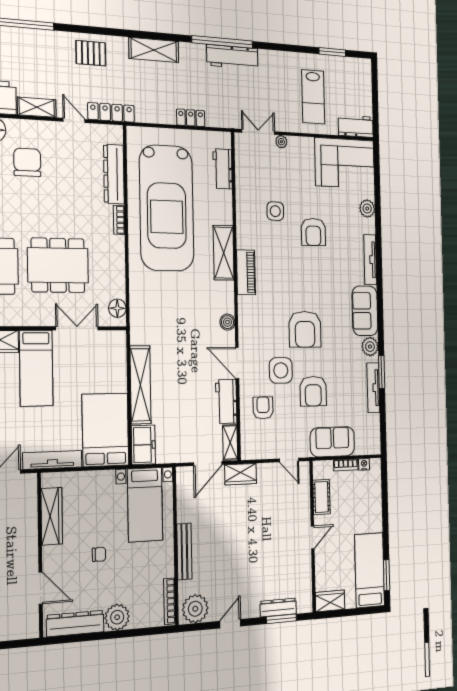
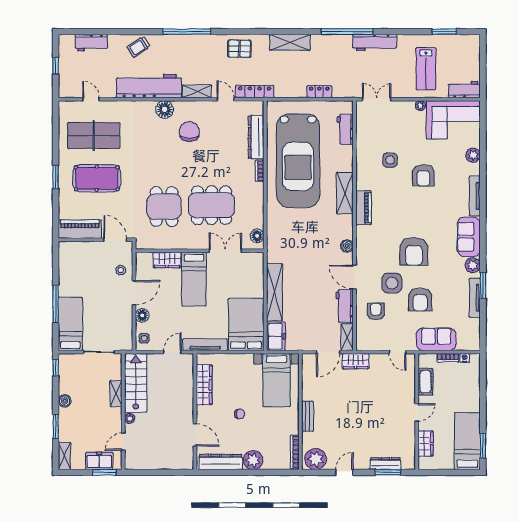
workbench: (232, 57) -> (375, 42), moved
plant: (281, 142) -> (420, 106), moved
bench: (184, 552) -> (308, 416), width x0.73
wardrobe: (330, 601) -> (426, 444), moved, turned 90

